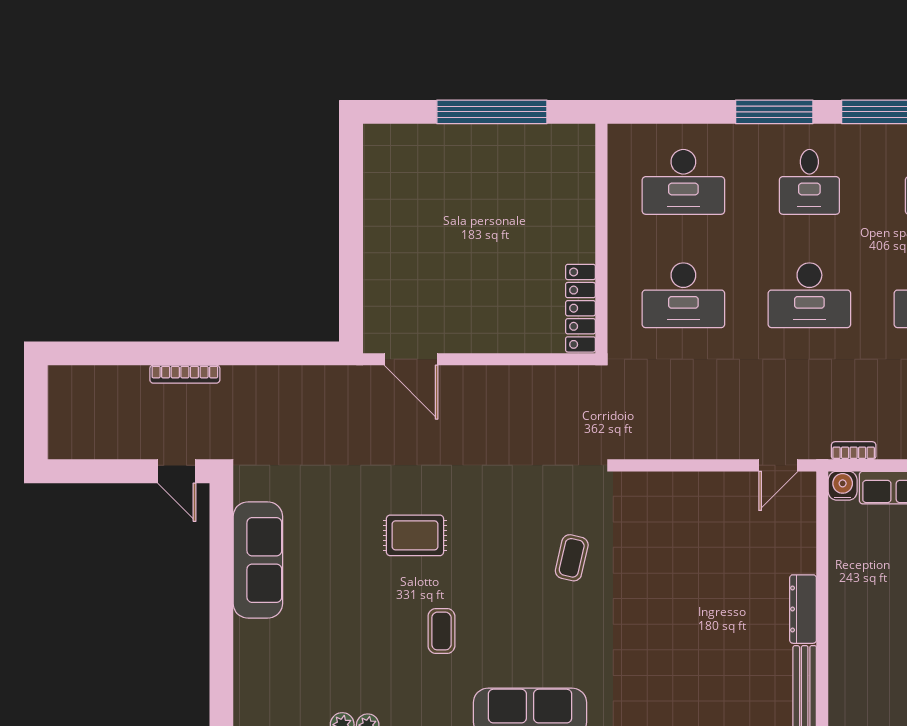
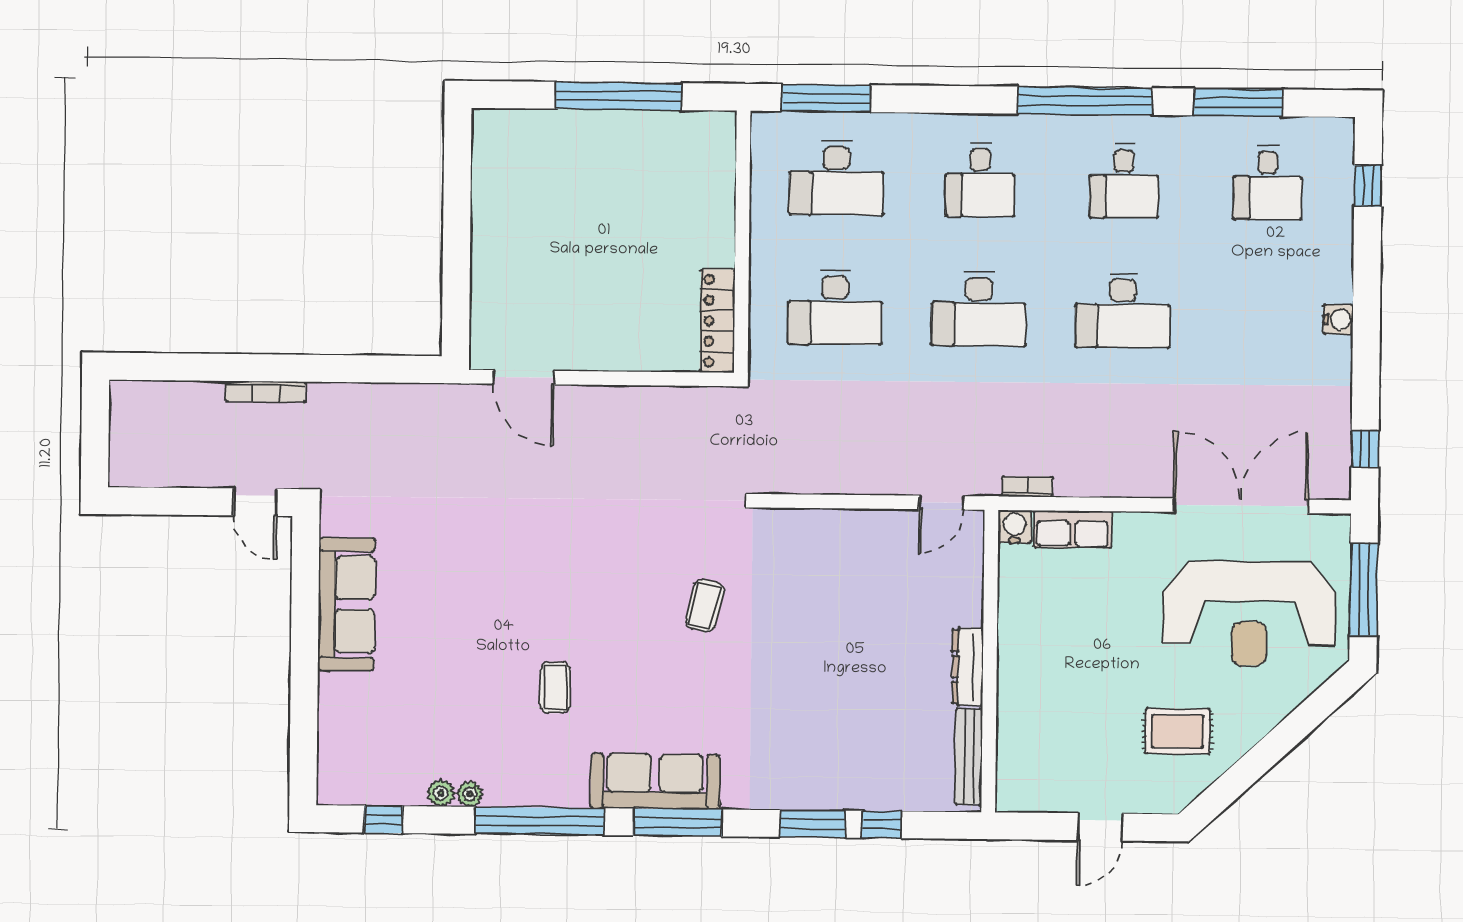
window: (774, 112) -> (826, 98), moved
rug: (415, 535) -> (526, 578), removed

